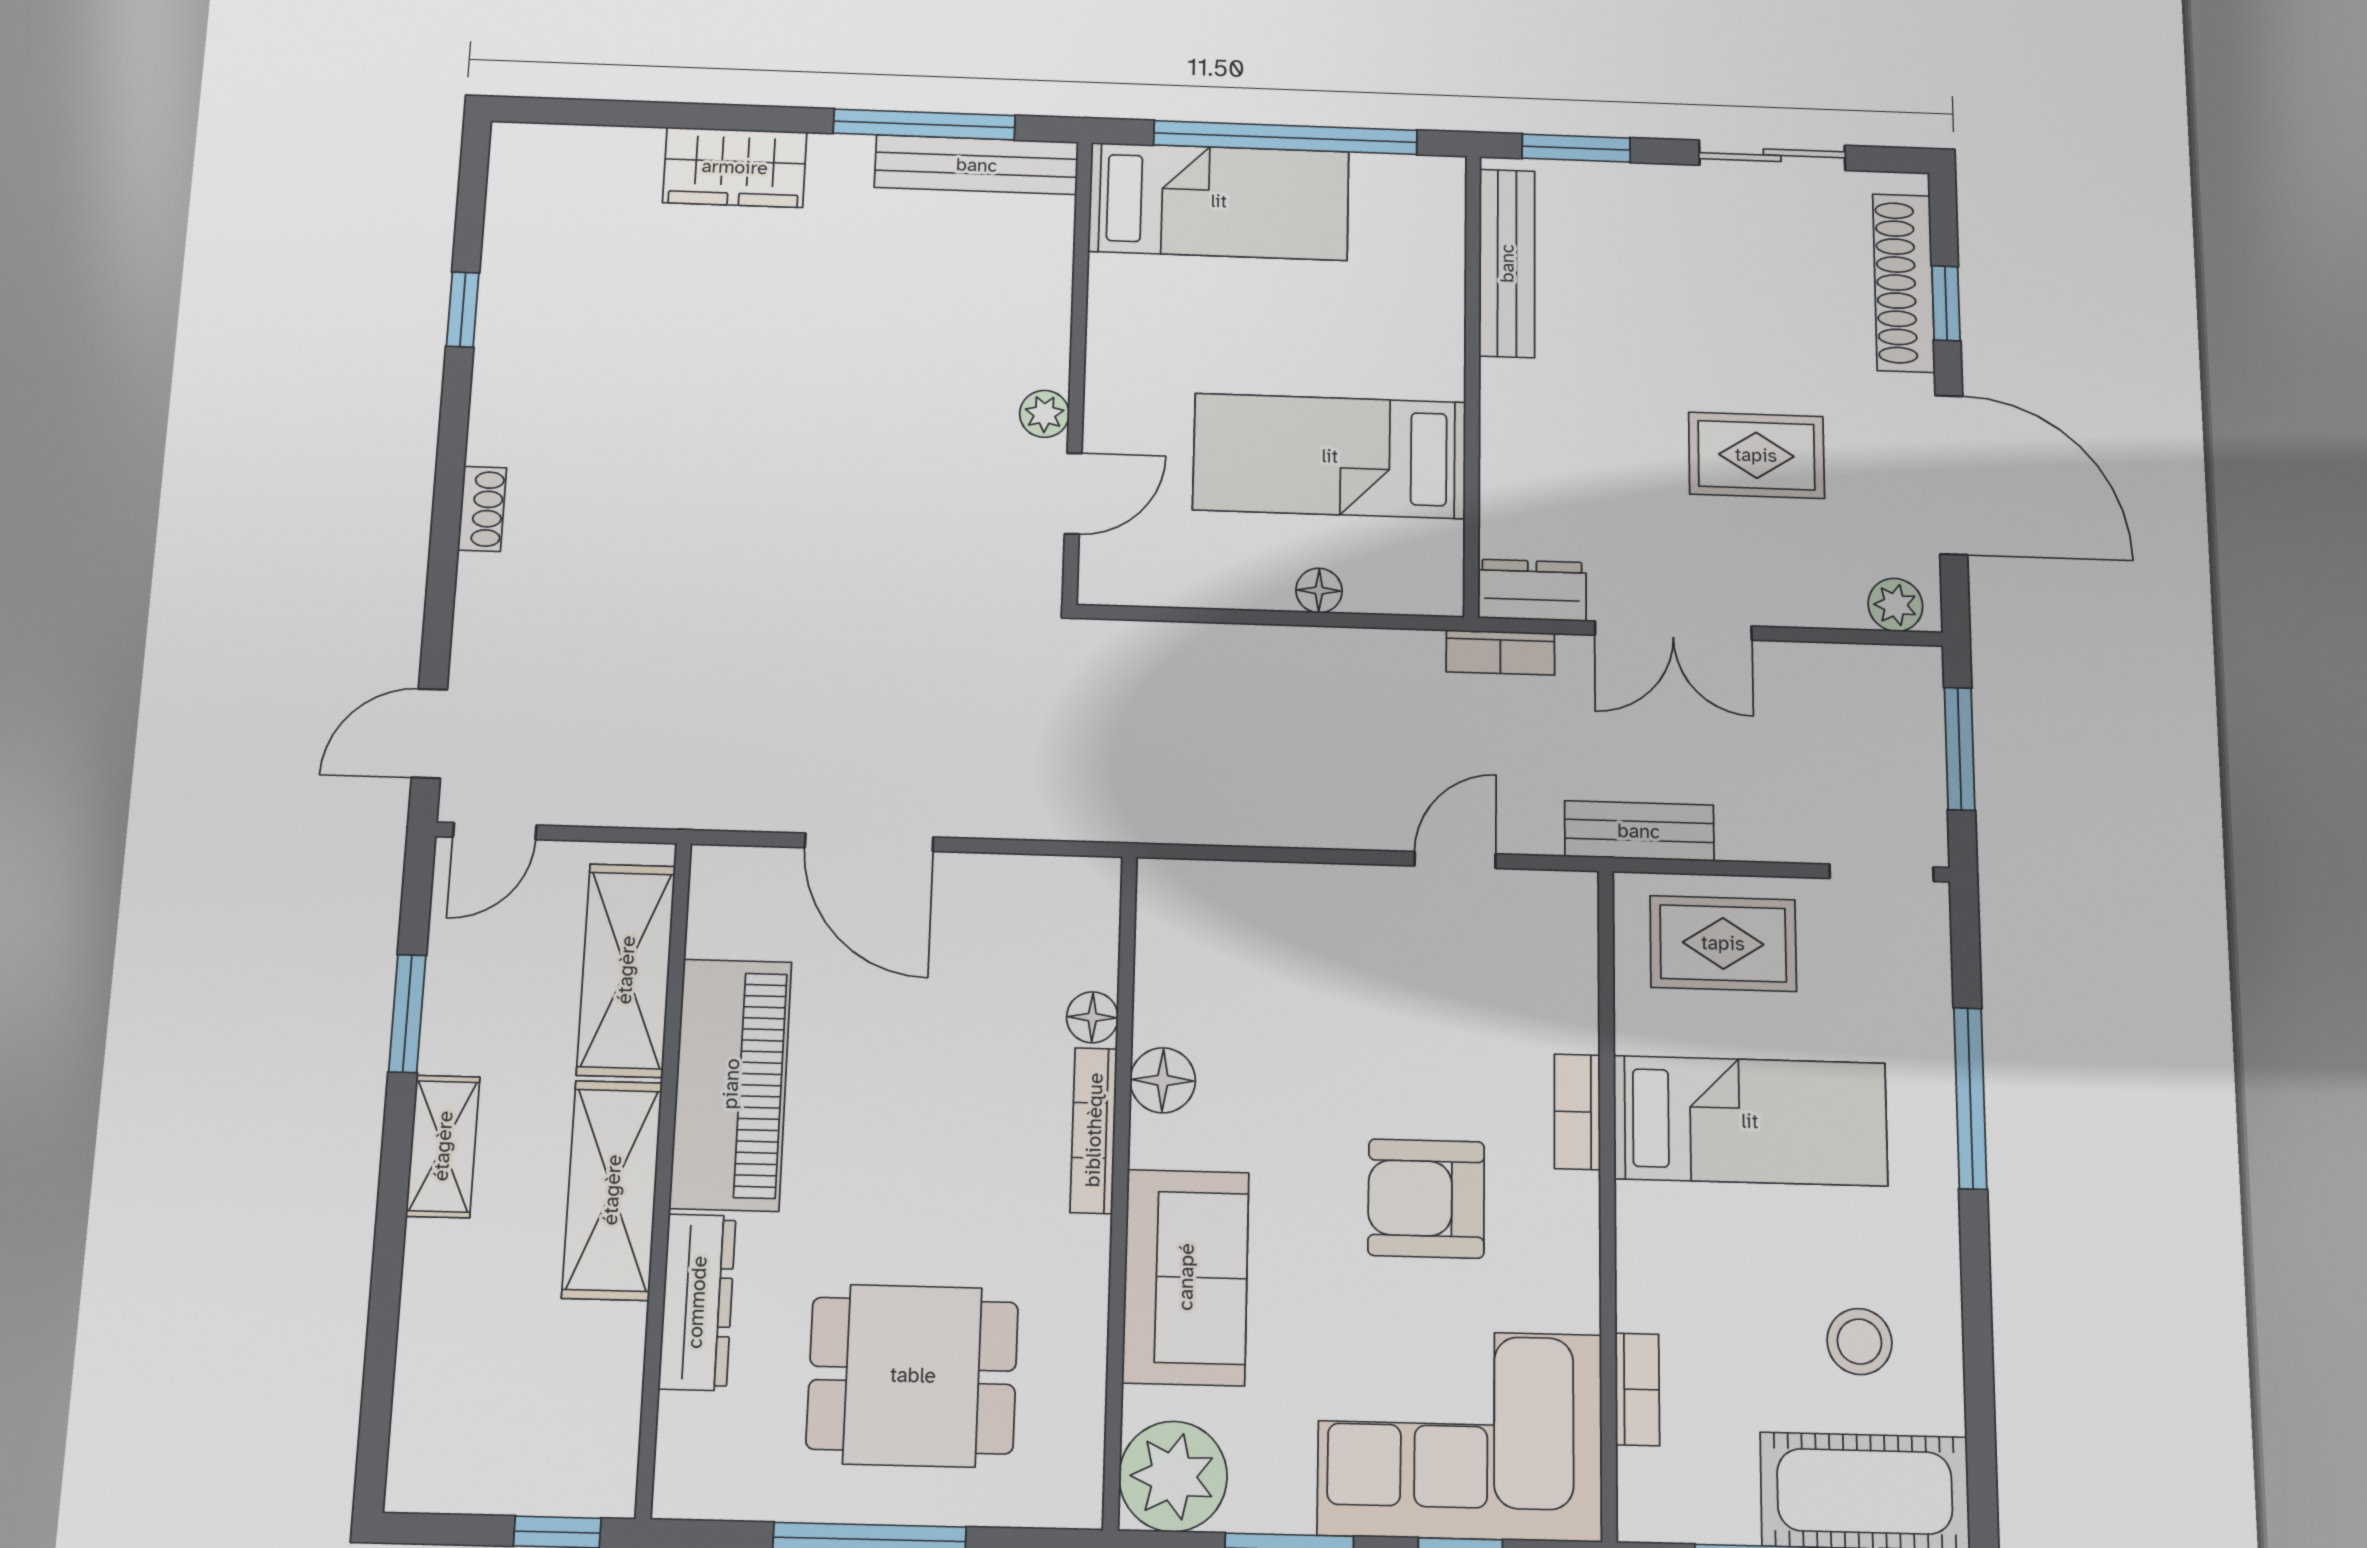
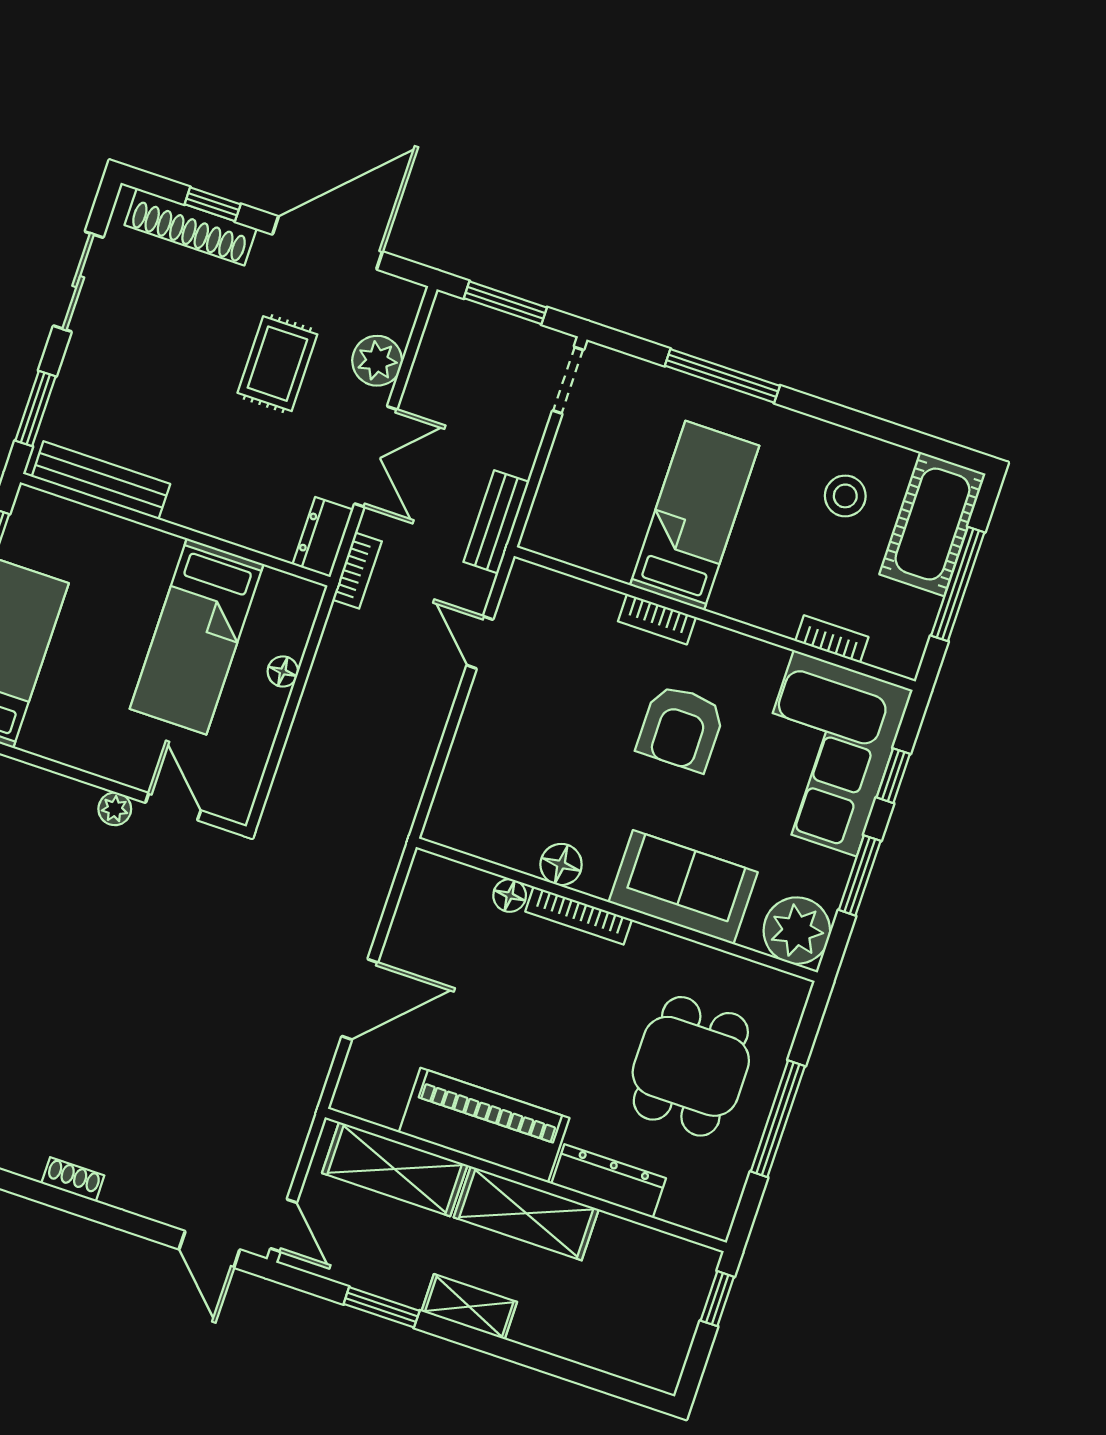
plant: (1895, 605) -> (377, 361), moved, width x1.38, depth x1.38
rug: (1723, 943) -> (582, 494), removed

